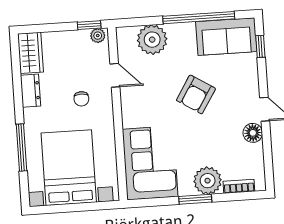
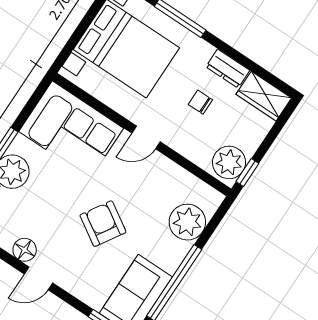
plant: (98, 36) -> (229, 162), width x1.88, depth x1.88
door: (115, 75) -> (146, 137), moved
chair: (81, 99) -> (200, 102), moved

